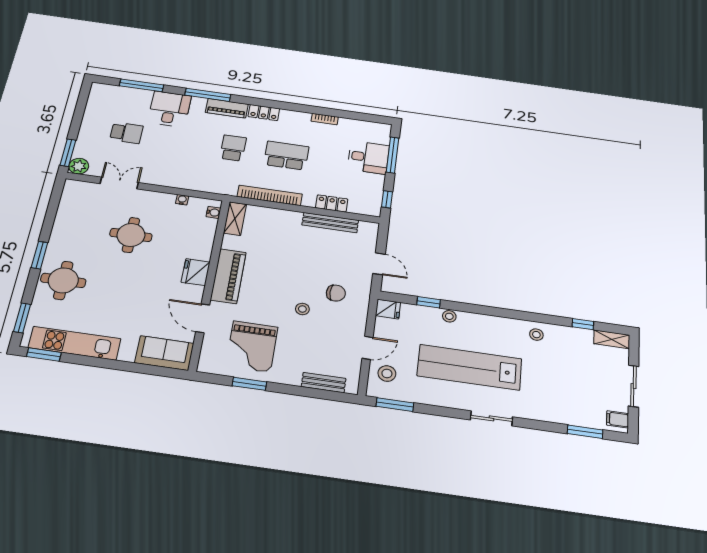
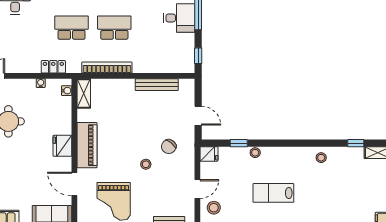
school desk: (233, 148) -> (72, 28), width x1.85
locker: (332, 203) -> (53, 67), moved
chair: (336, 293) -> (169, 147), turned 130
lab bench: (470, 367) -> (273, 193), width x0.54, depth x0.72

